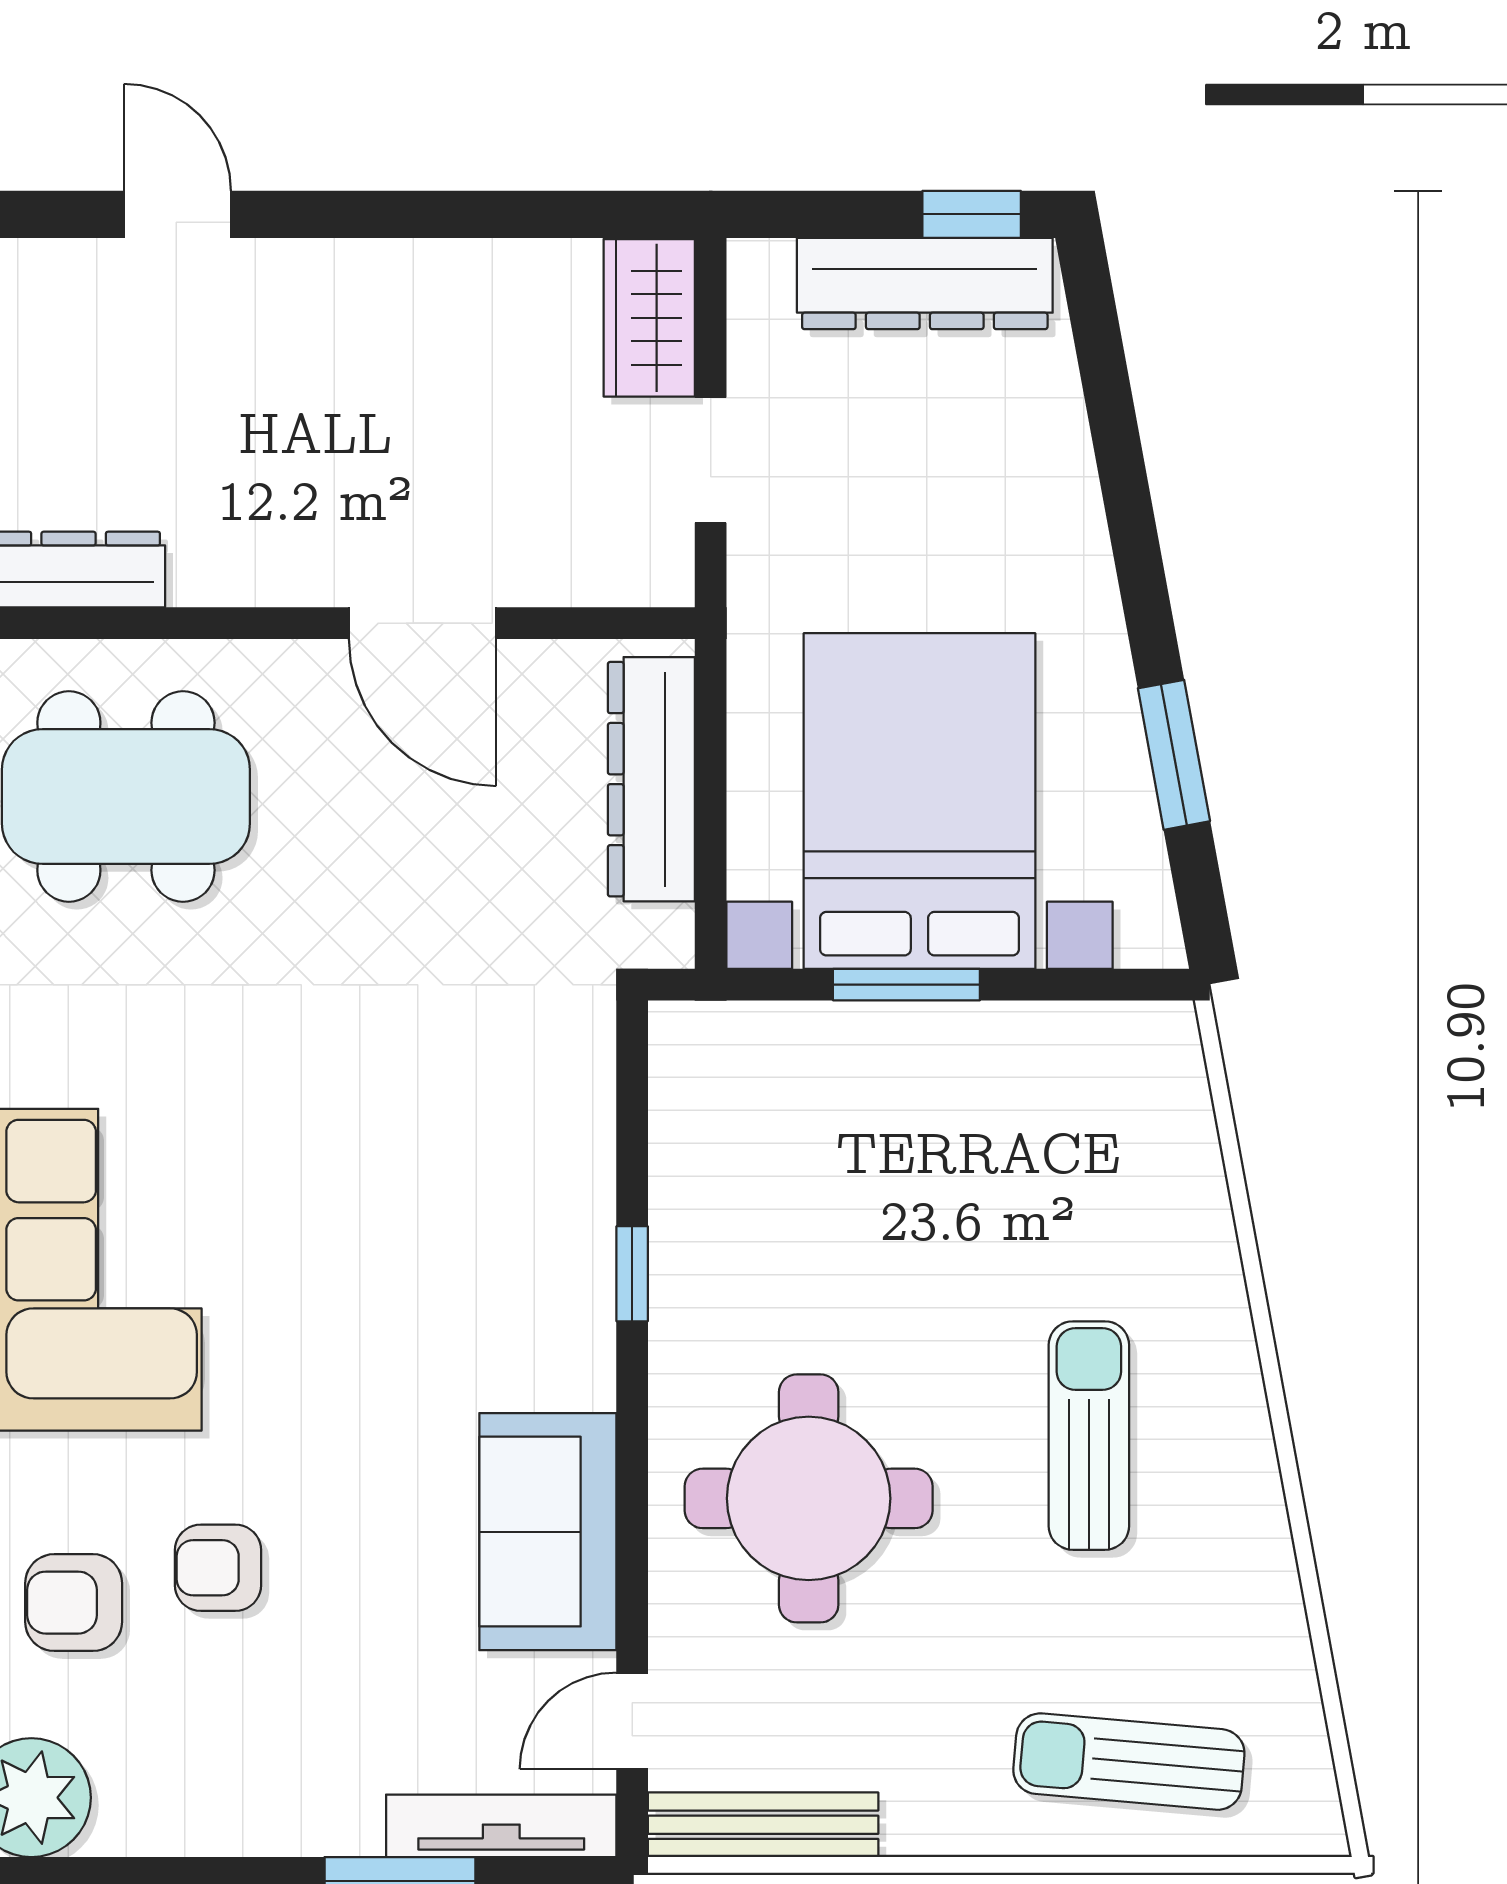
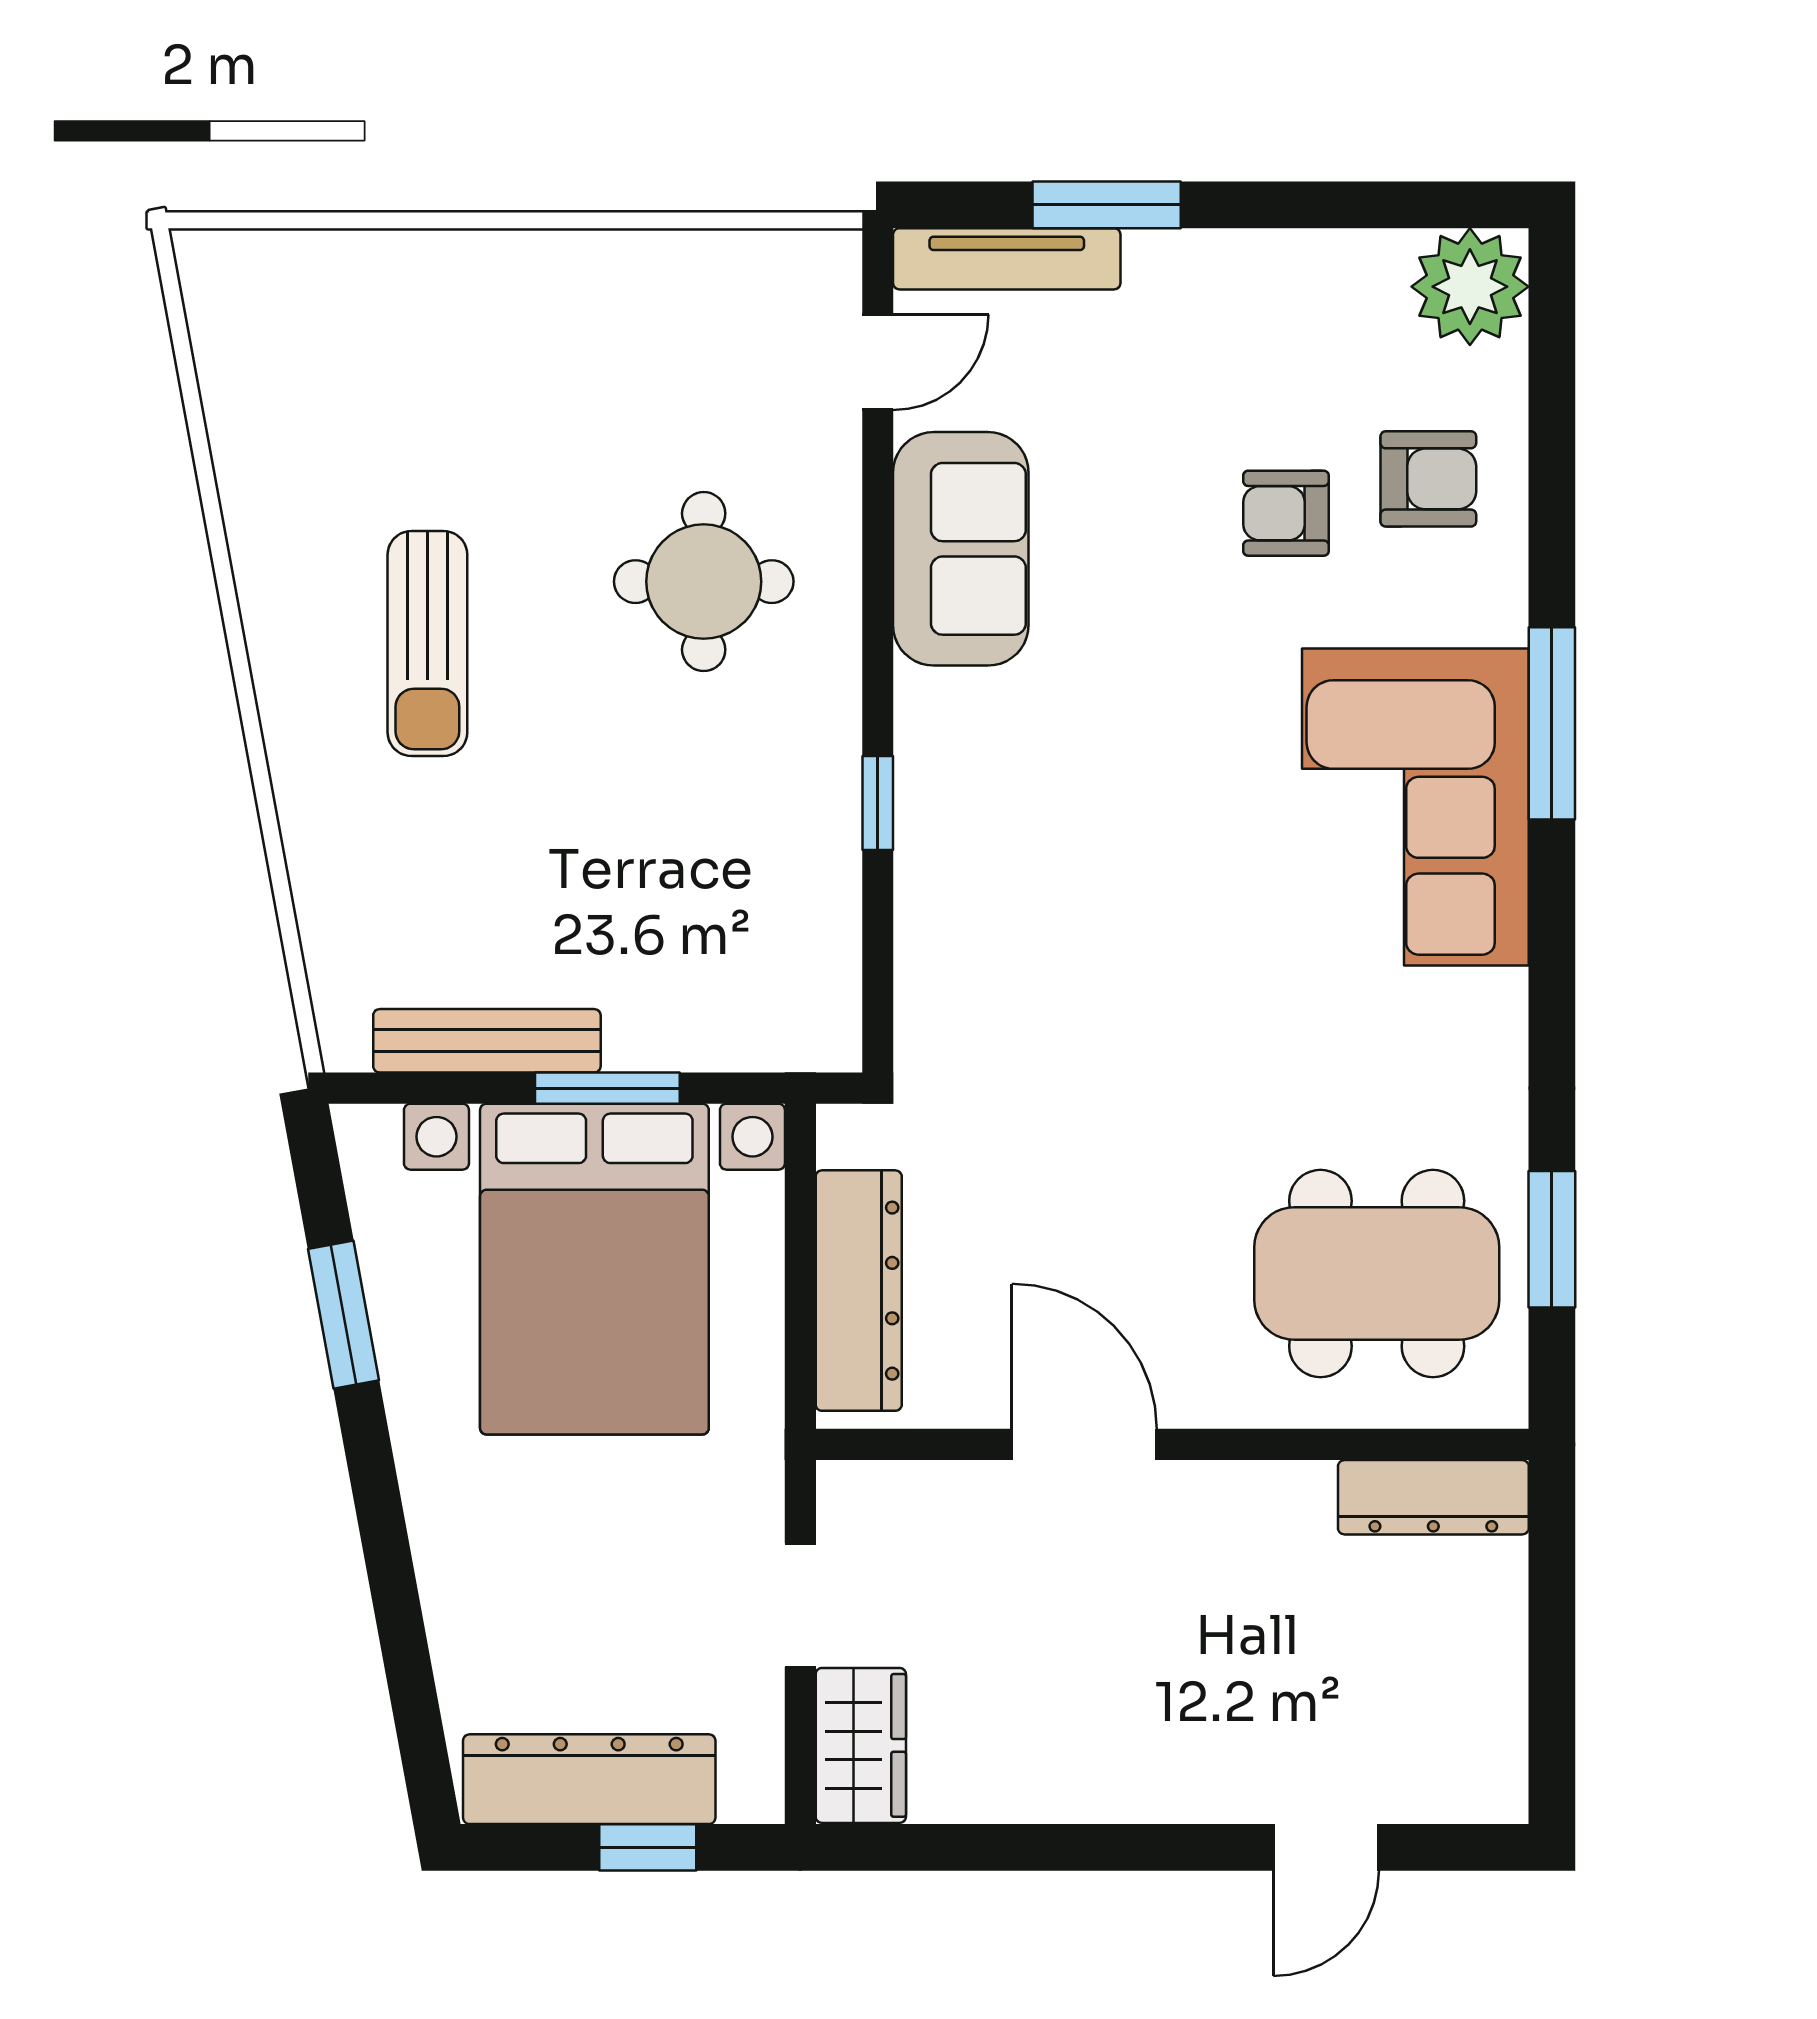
door: (177, 214) -> (1326, 1847), hinge flipped
window: (972, 214) -> (648, 1847), moved
round table: (809, 1498) -> (704, 582), width x0.73, depth x0.73
armchair: (218, 1568) -> (1286, 513), turned 180
sun lounger: (1129, 1762) -> (388, 322), removed
bench: (763, 1825) -> (487, 1041), moved

